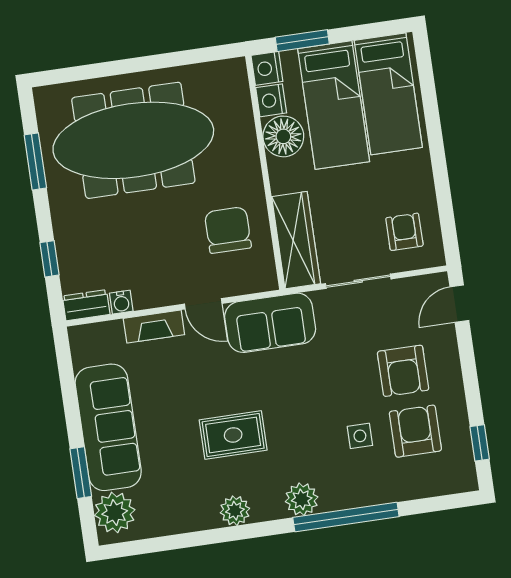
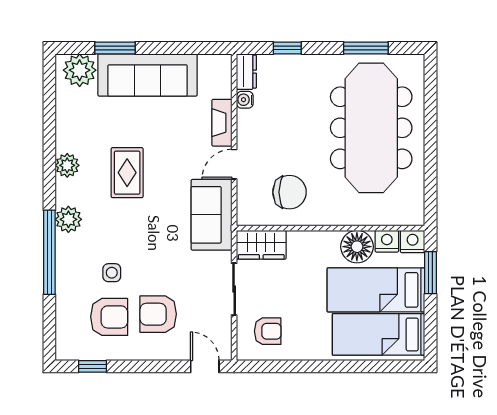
wardrobe: (296, 240) -> (261, 245), width x0.67

